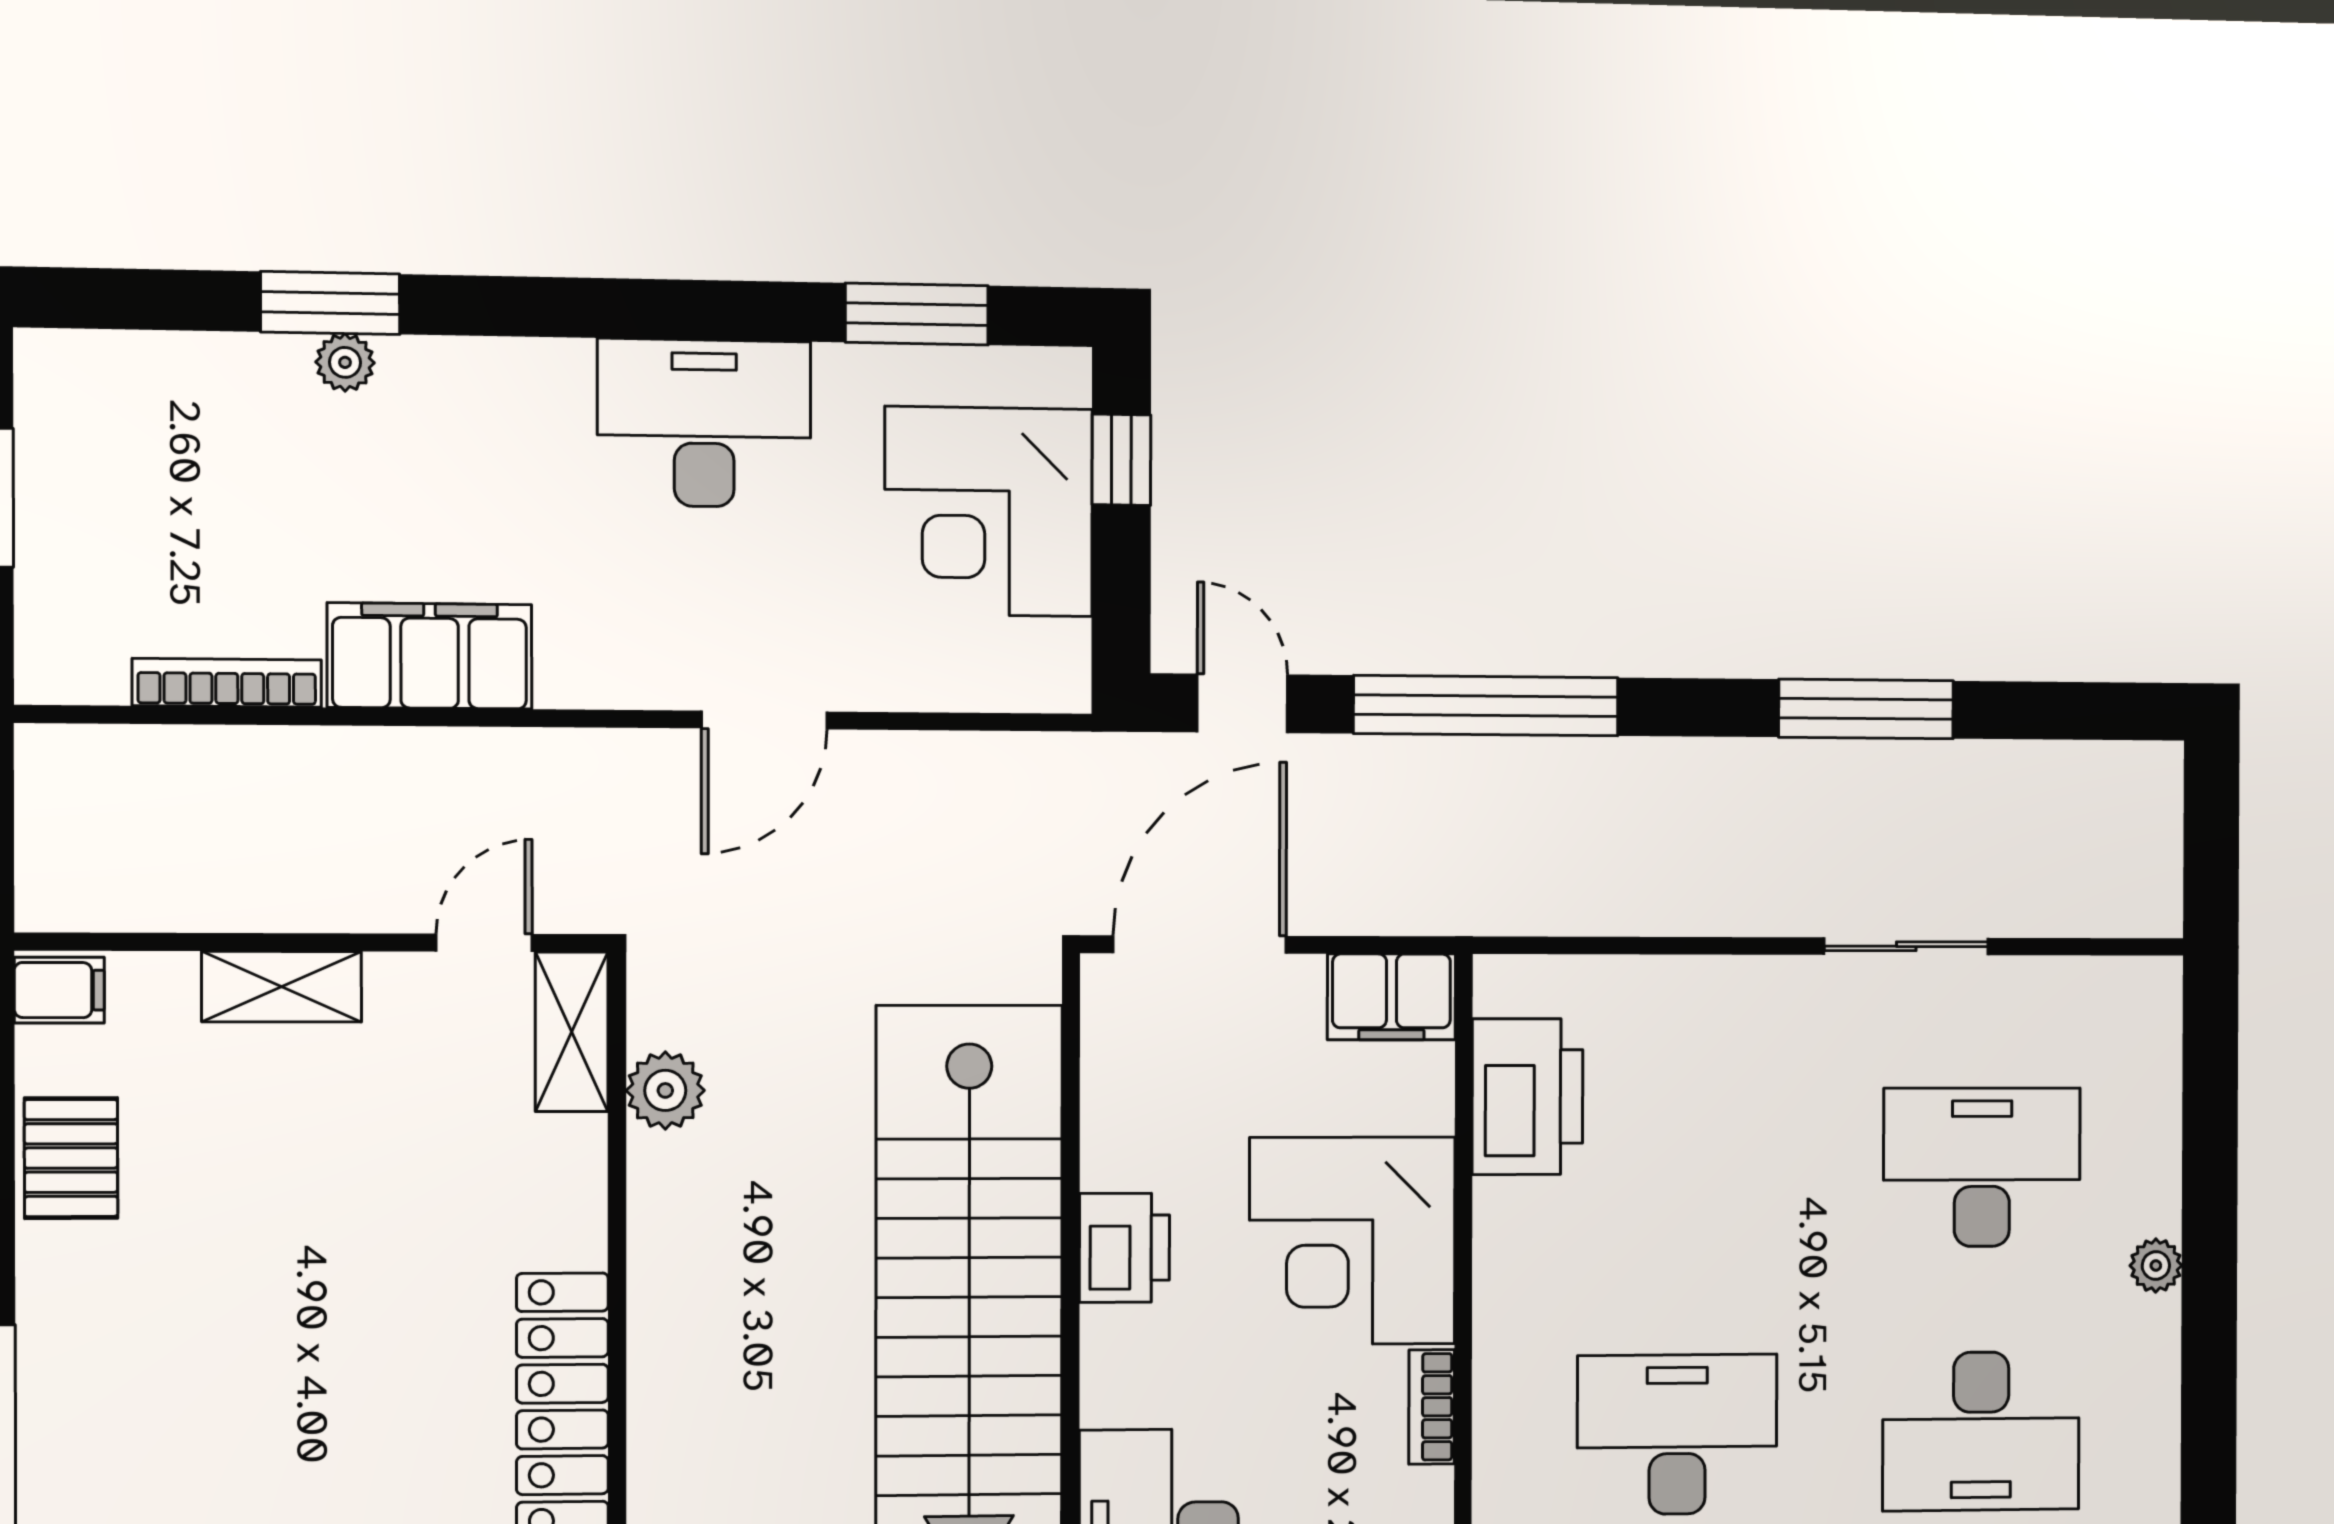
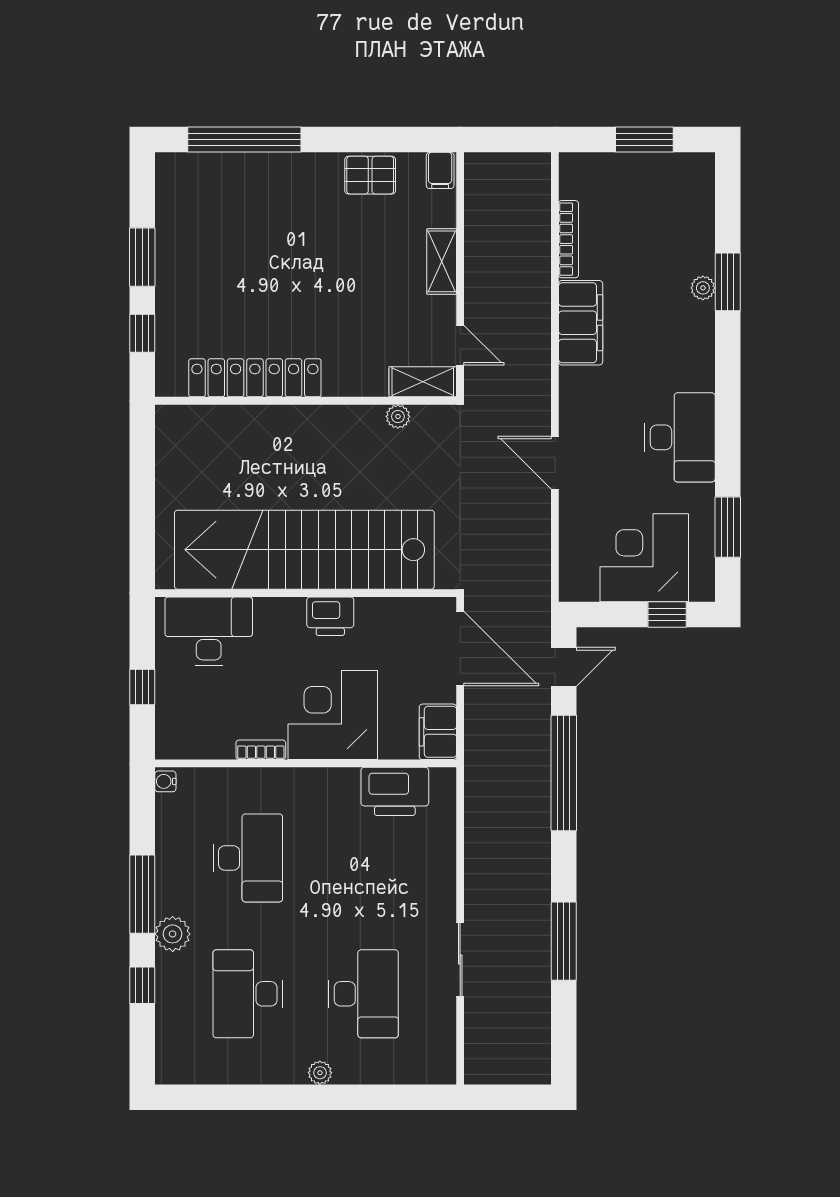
plant: (665, 1090) -> (398, 416), width x0.73, depth x0.73

